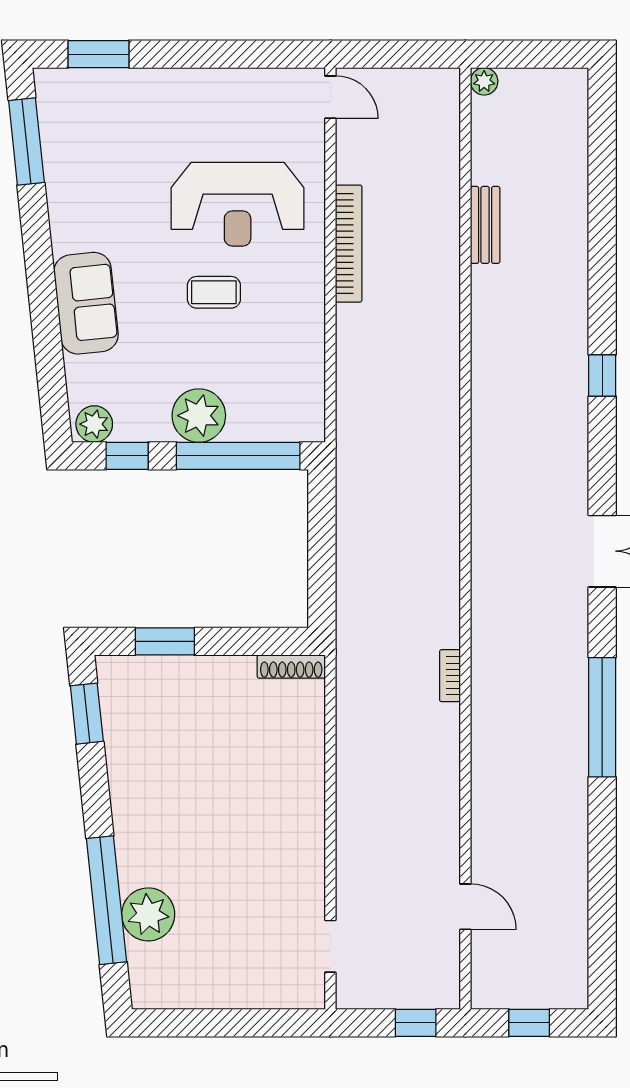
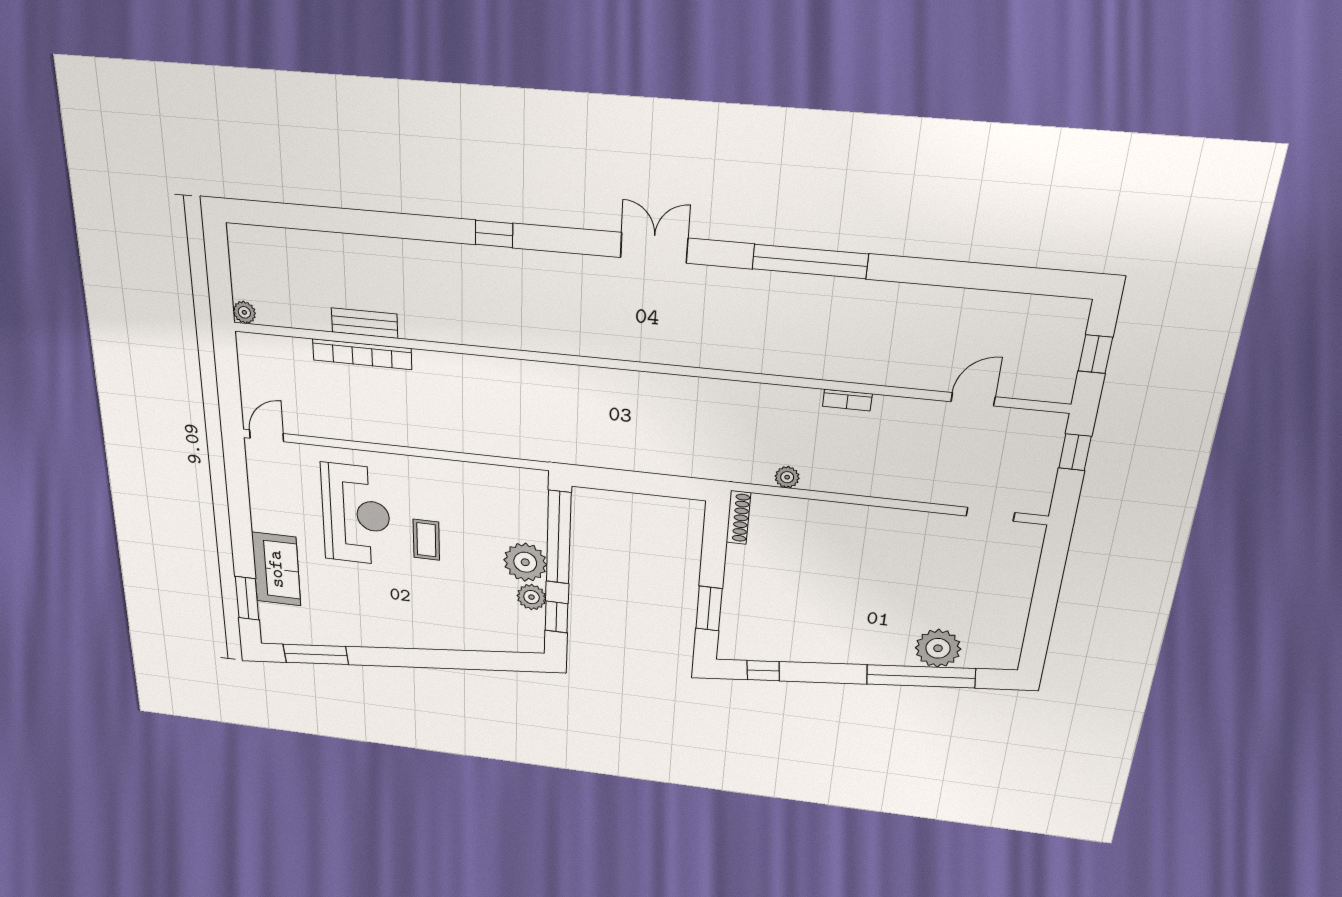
bookcase: (349, 244) -> (362, 354), moved, turned 180
sofa: (86, 303) -> (276, 569), moved, turned 96
plant: (94, 424) -> (532, 597), moved
bookcase: (450, 676) -> (847, 400), moved
window: (87, 714) -> (763, 671), width x0.67
plant: (349, 717) -> (787, 477), added

